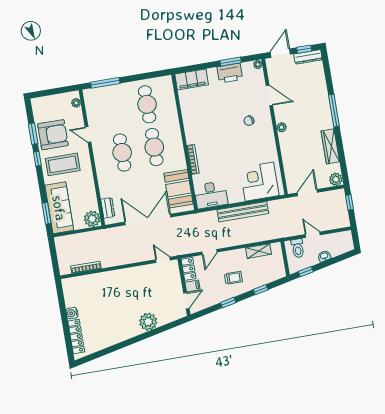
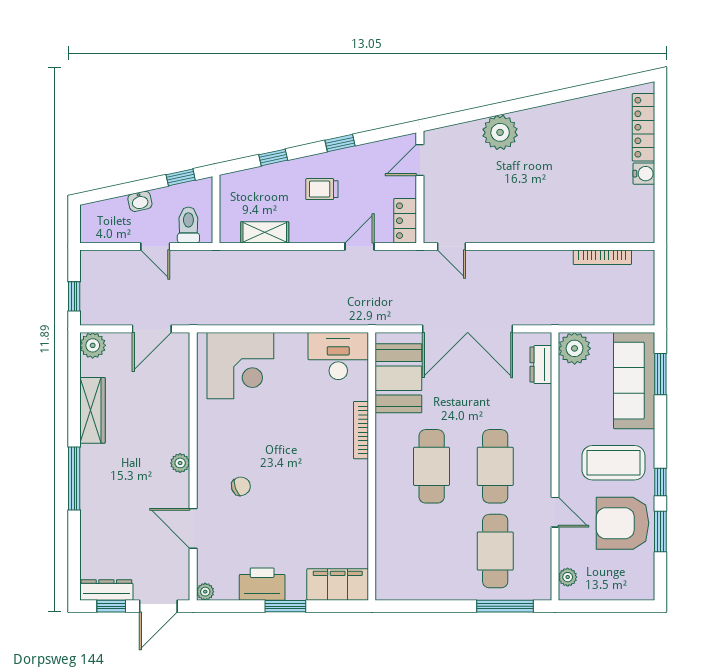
window: (231, 62) -> (285, 606), moved
cafe table: (147, 104) -> (495, 551), moved
bench: (243, 212) -> (282, 313), removed
filing cabinet: (193, 286) -> (403, 187), removed

